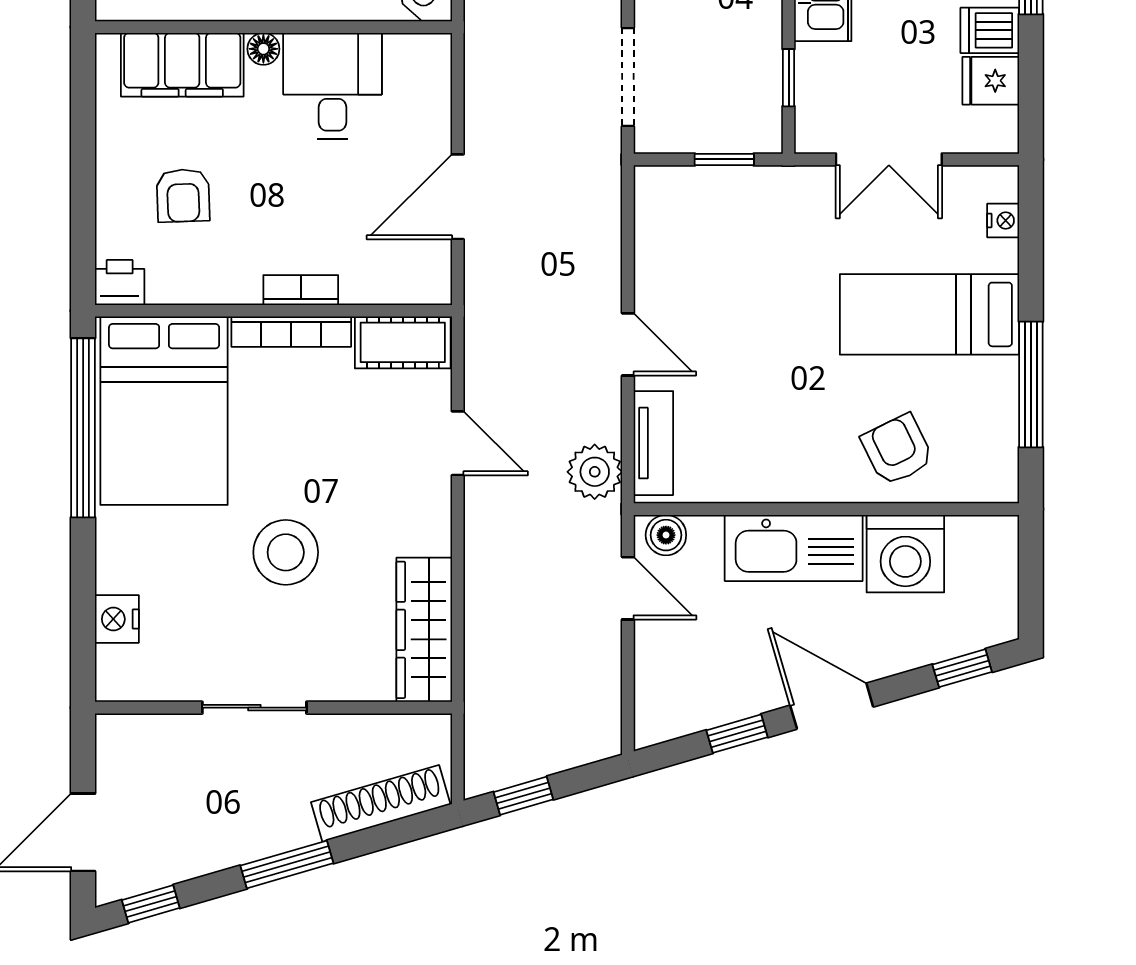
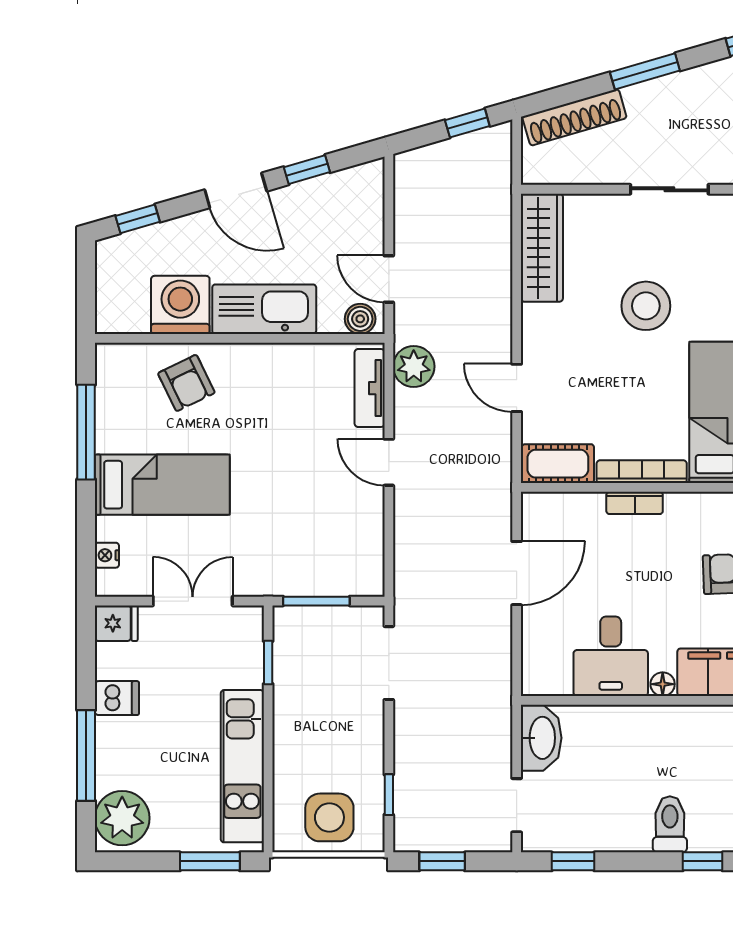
fridge: (991, 81) -> (116, 623), moved
window: (724, 159) -> (316, 601), width x1.50

